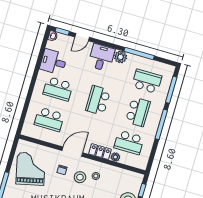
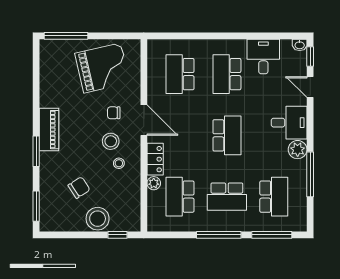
school desk: (98, 100) -> (227, 135), turned 90

